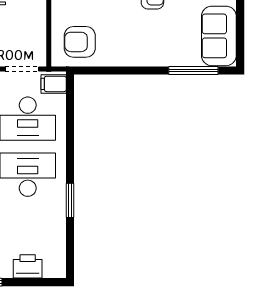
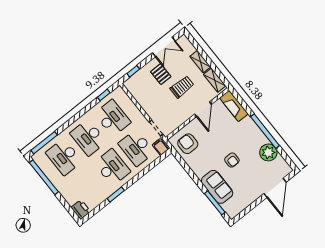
sofa: (219, 36) -> (217, 187), moved, turned 90
printer: (28, 266) -> (81, 209), moved

